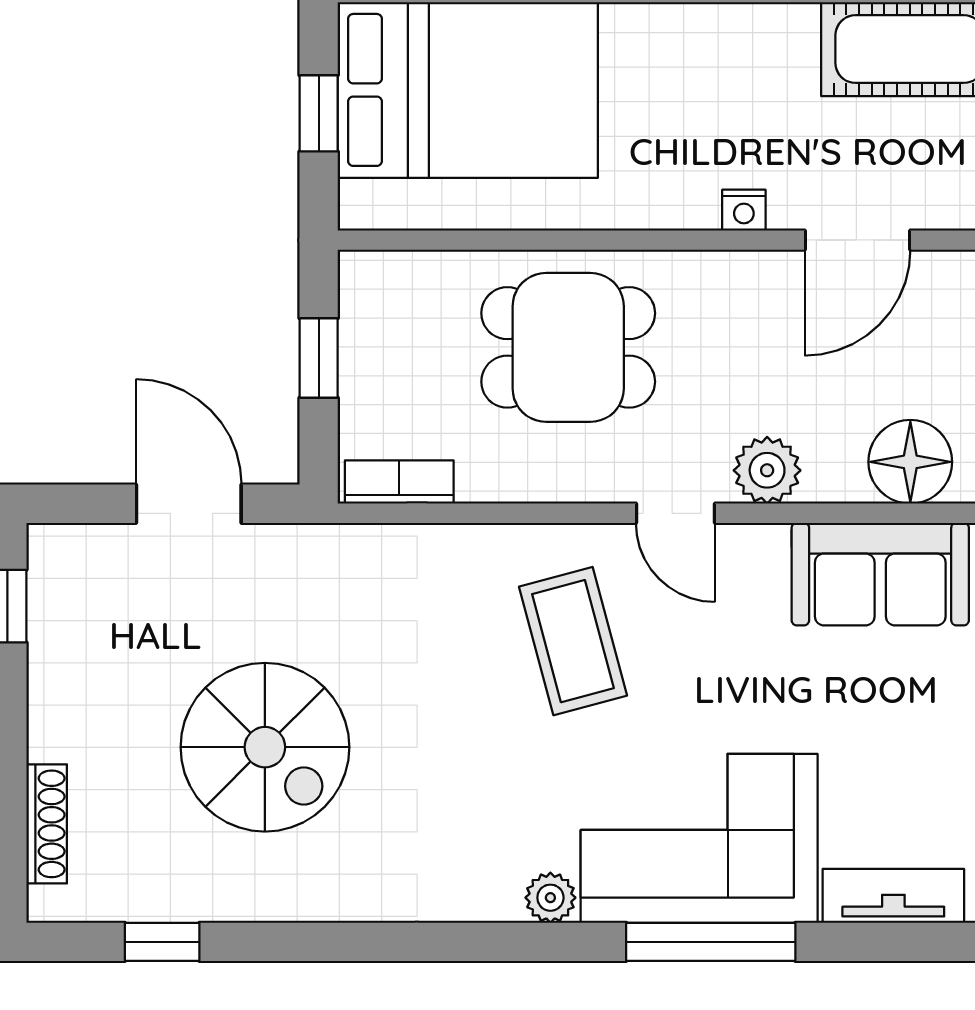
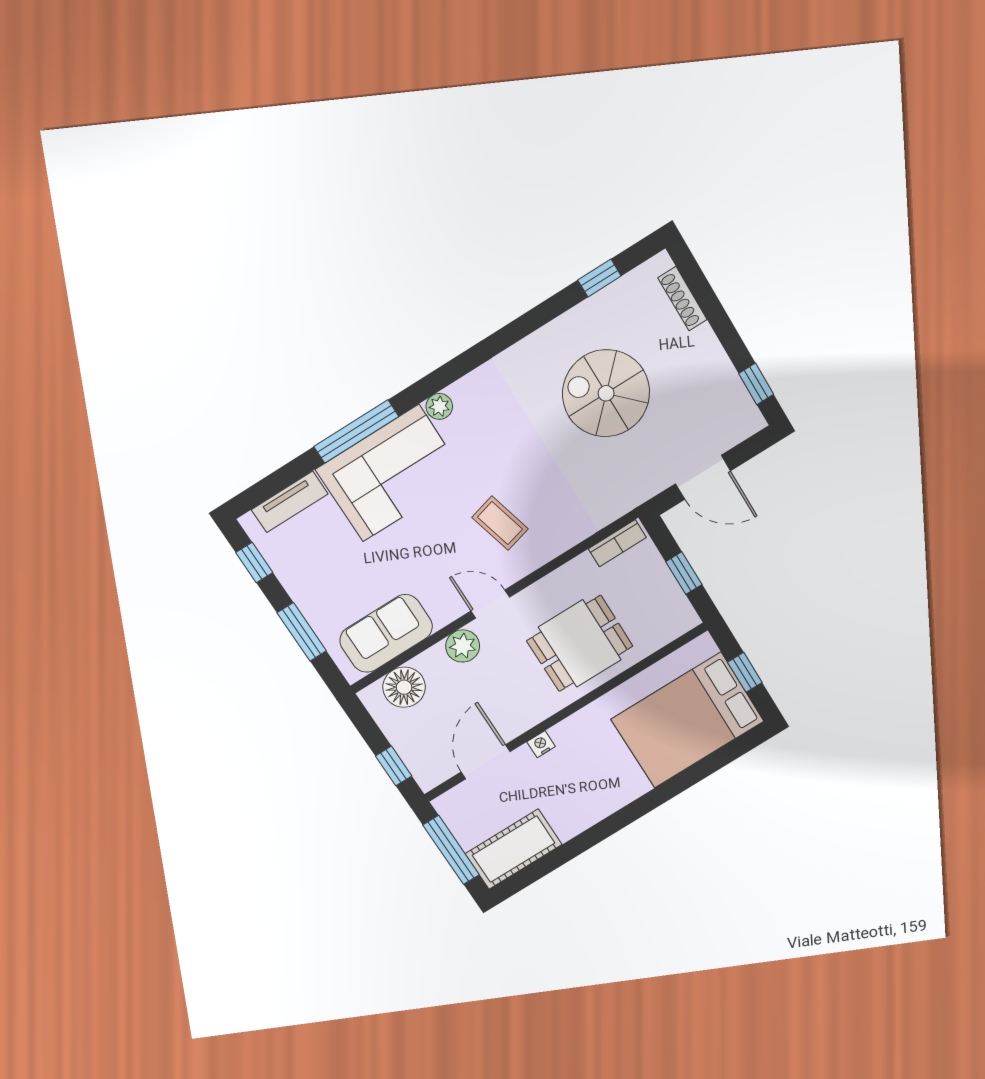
coffee table: (573, 641) -> (500, 523), width x0.73, depth x0.77

